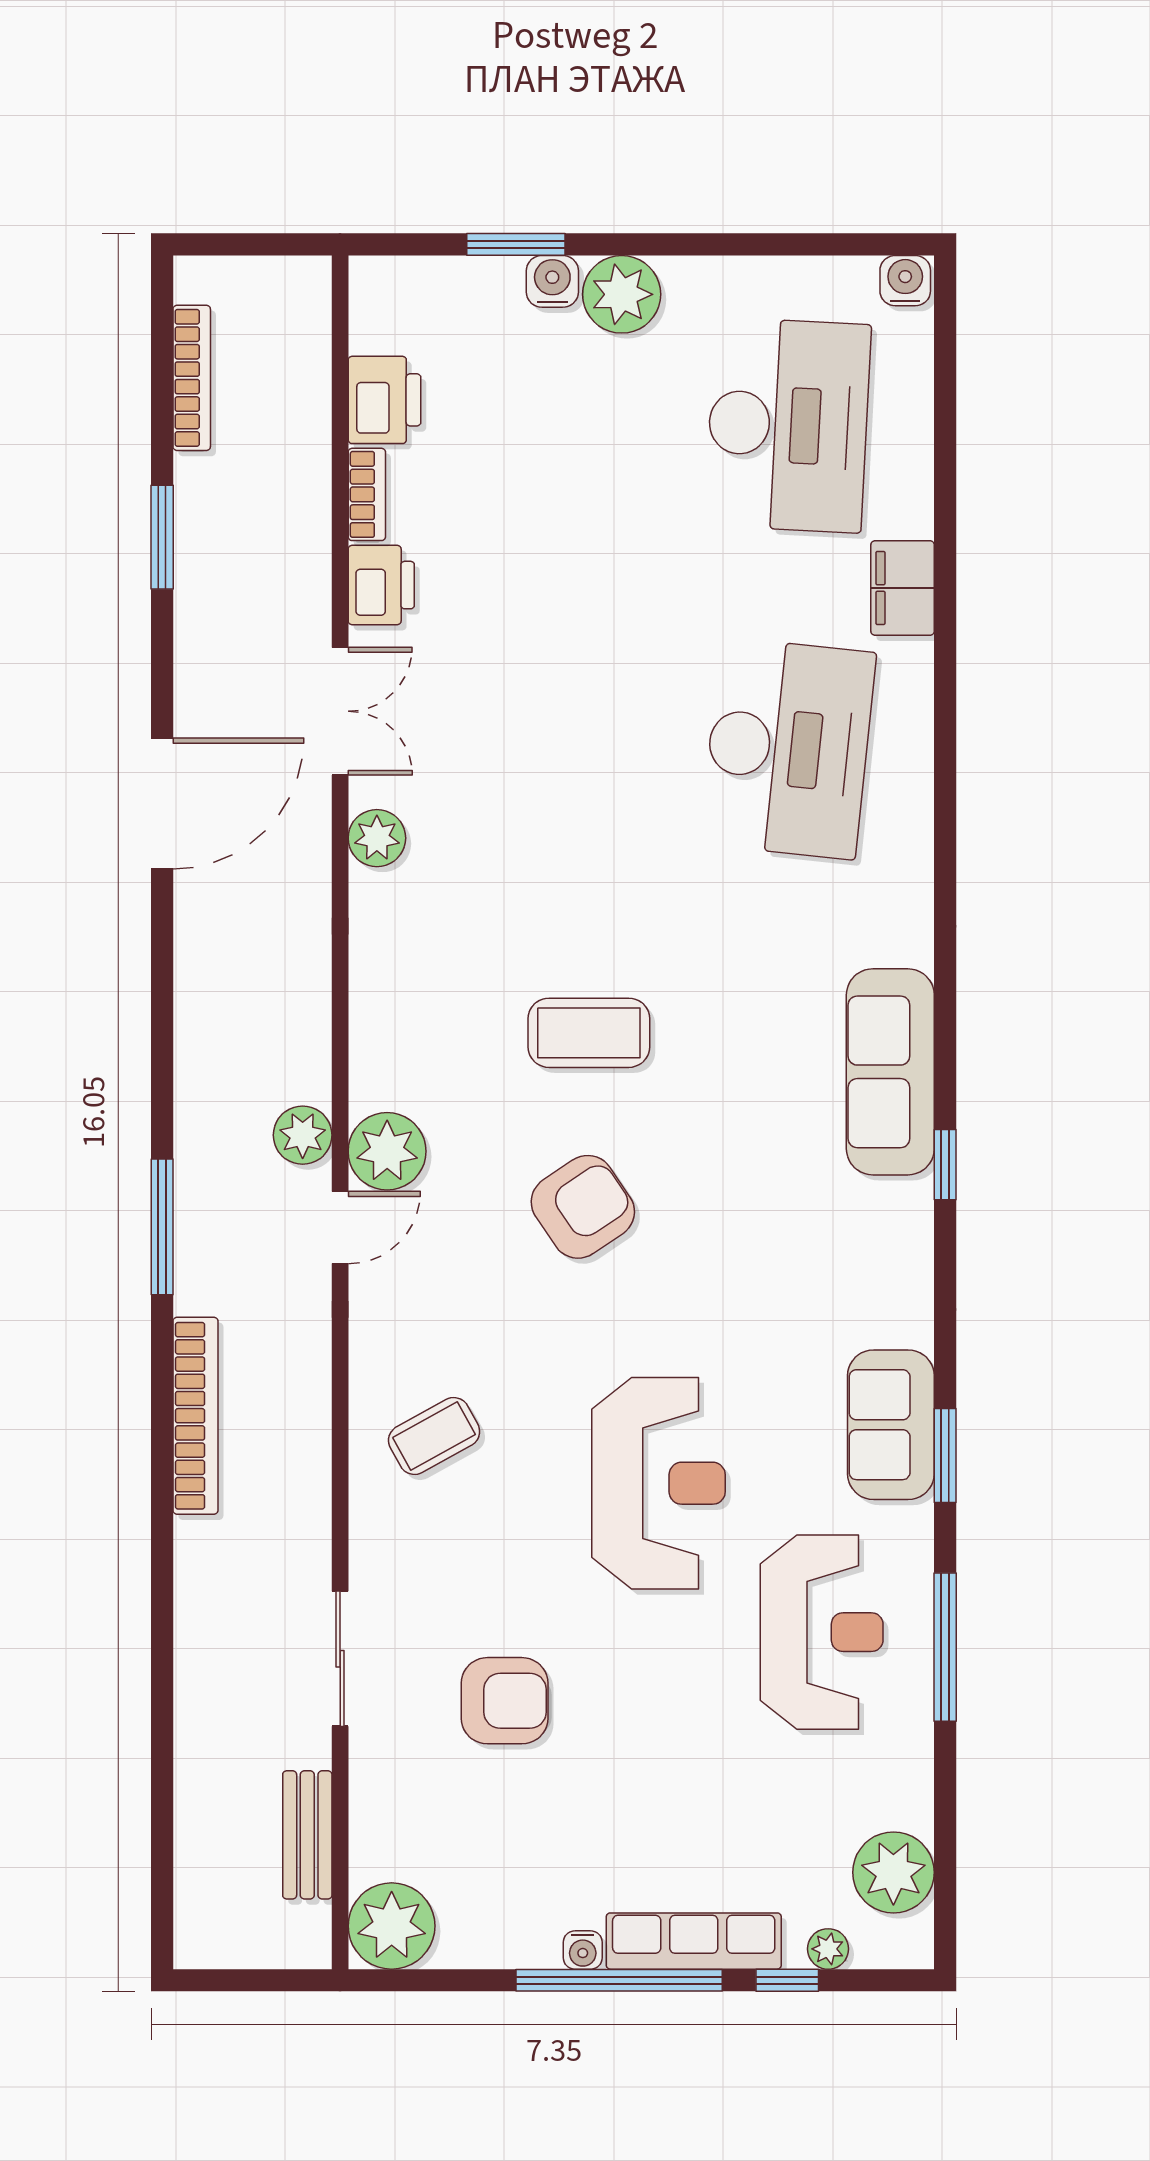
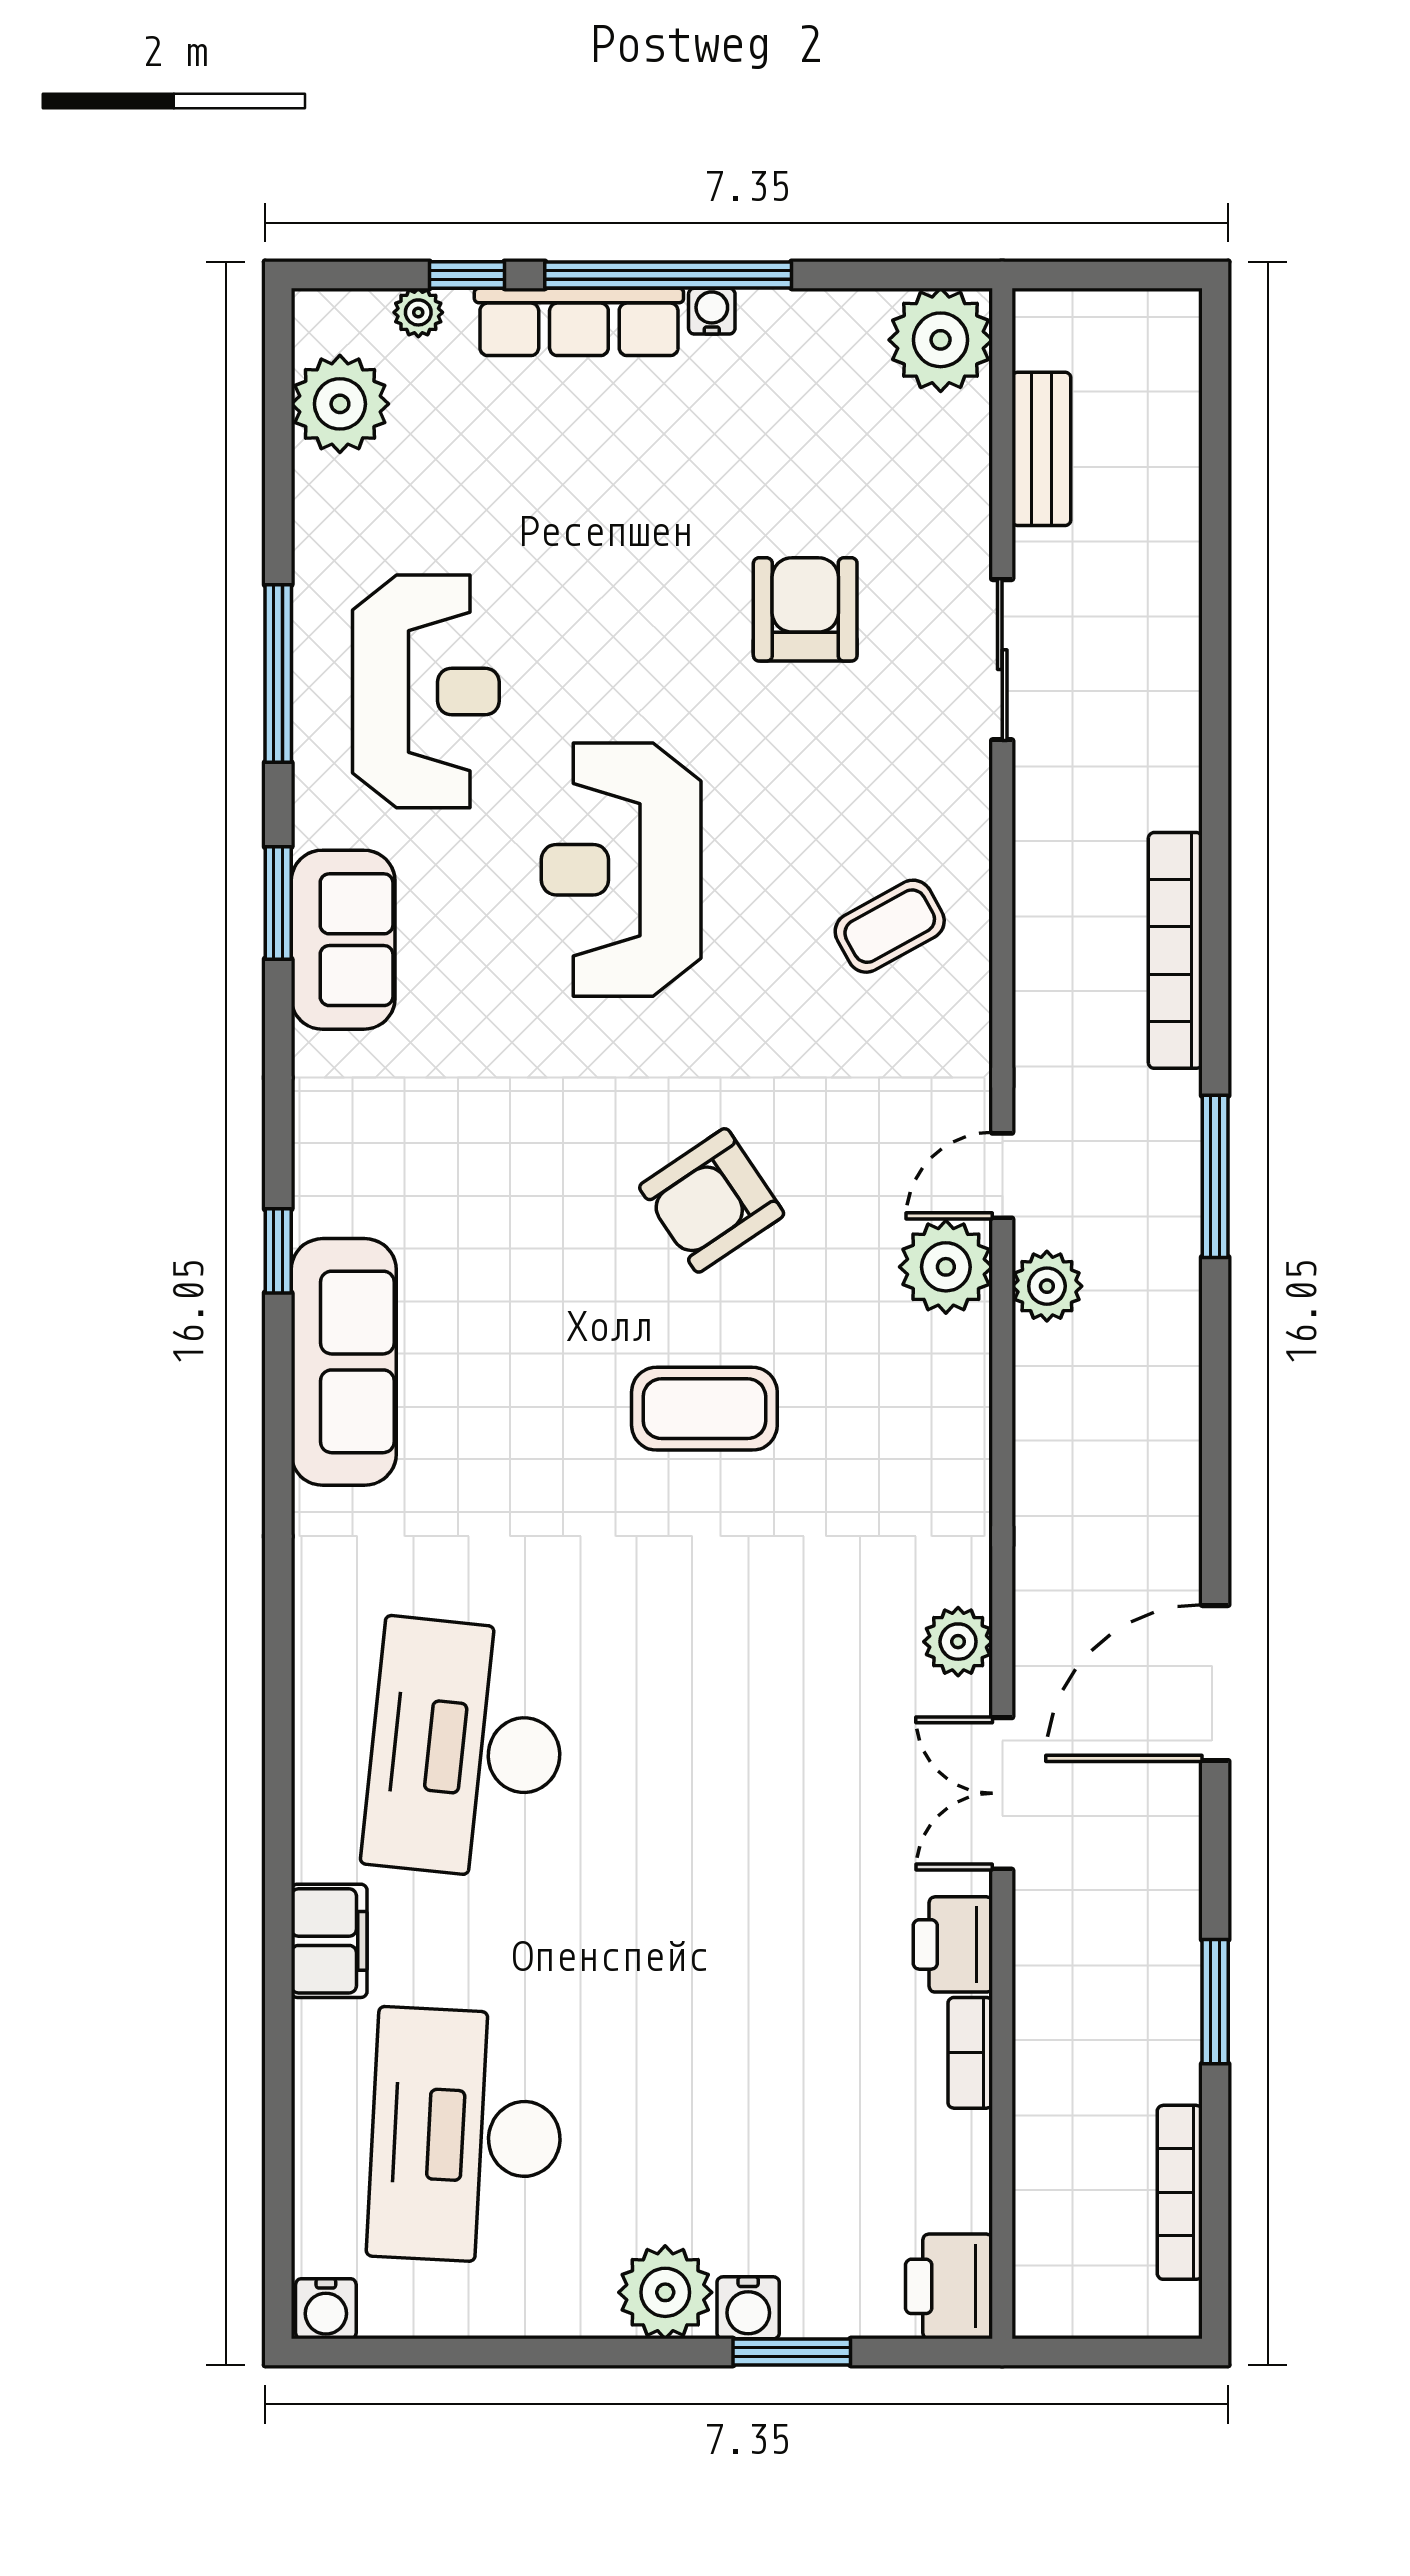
printer: (384, 400) -> (949, 2286), moved
reception desk: (822, 1632) -> (426, 691), turned 180
armchair: (505, 1701) -> (805, 609), turned 90

